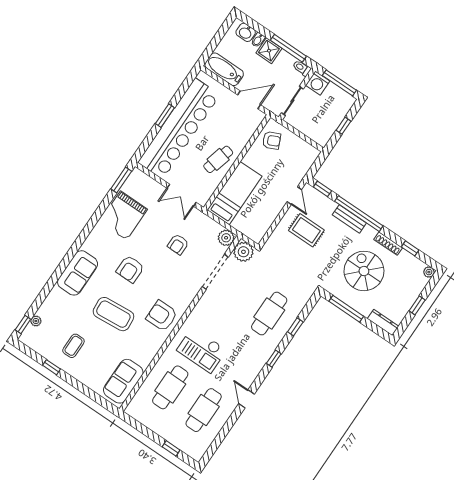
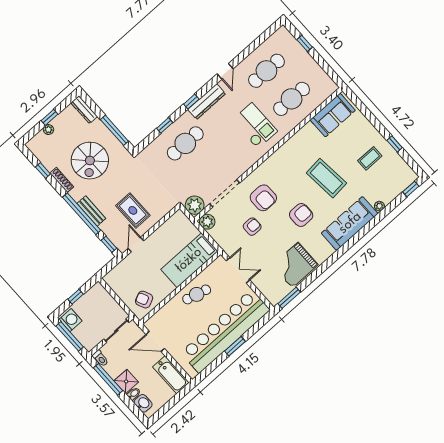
washing machine: (318, 83) -> (71, 320), moved
grand piano: (124, 216) -> (295, 265), turned 180
plant: (429, 272) -> (48, 130), moved
sofa: (78, 273) -> (350, 223), width x1.36
armchair: (162, 316) -> (263, 198), moved
plant: (36, 321) -> (379, 206), moved
dresser: (258, 363) -> (207, 102), added

